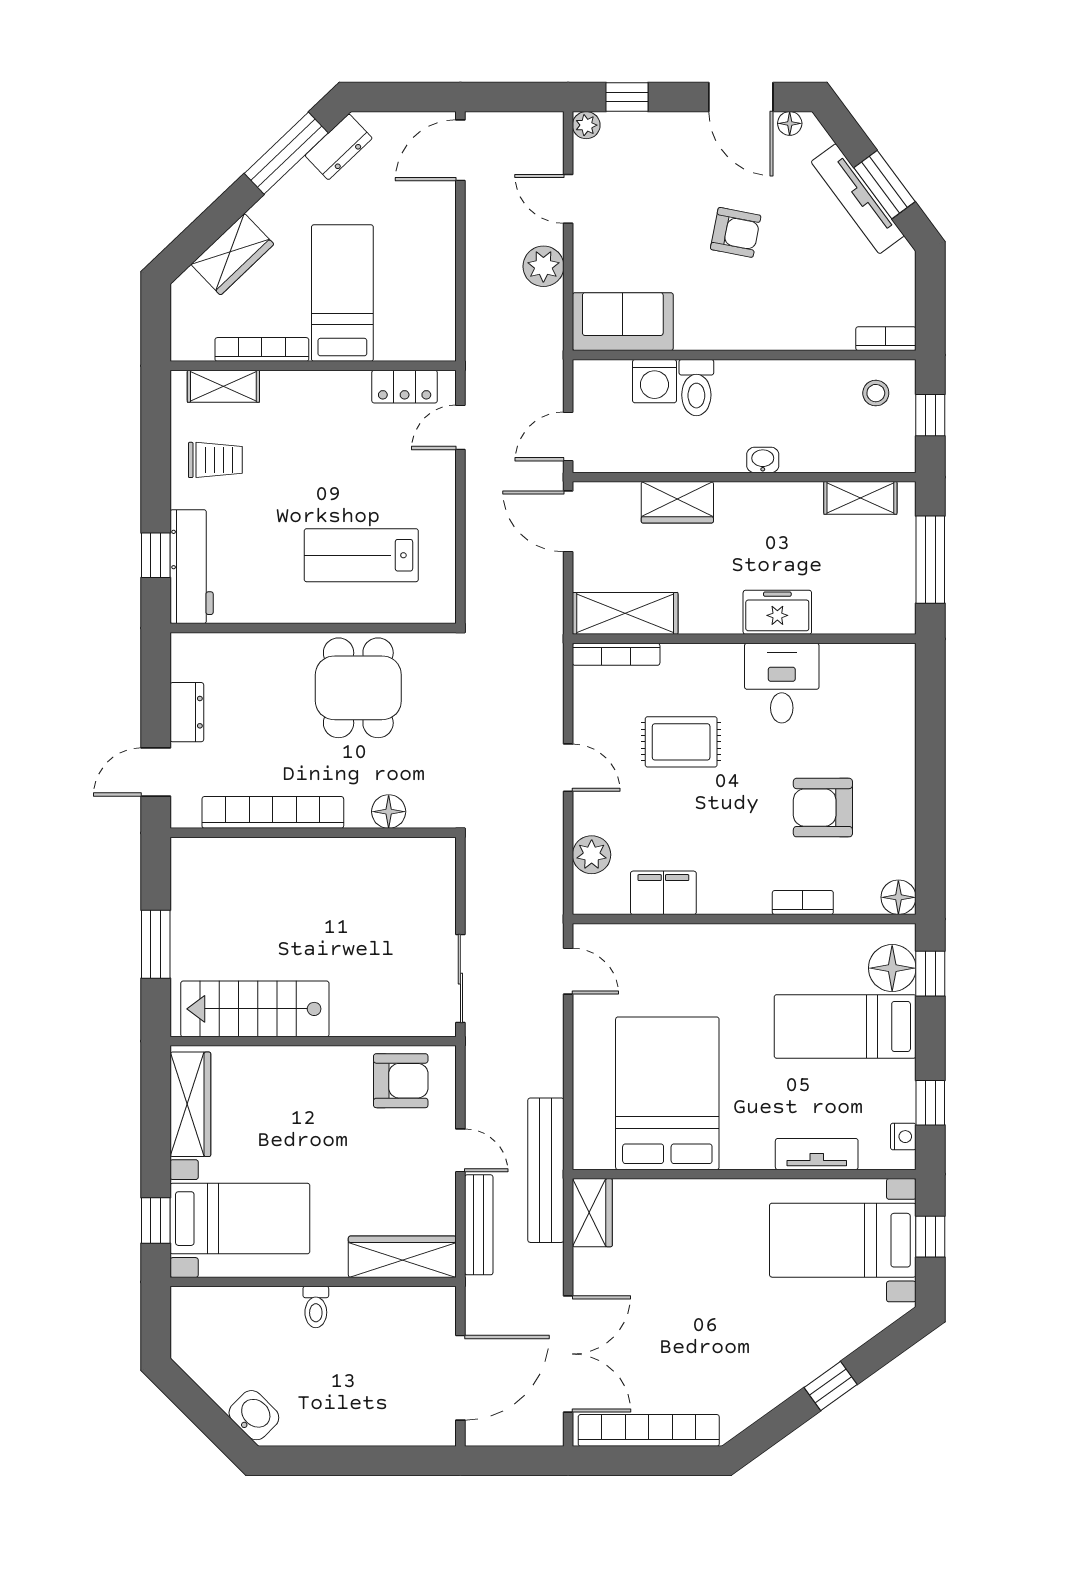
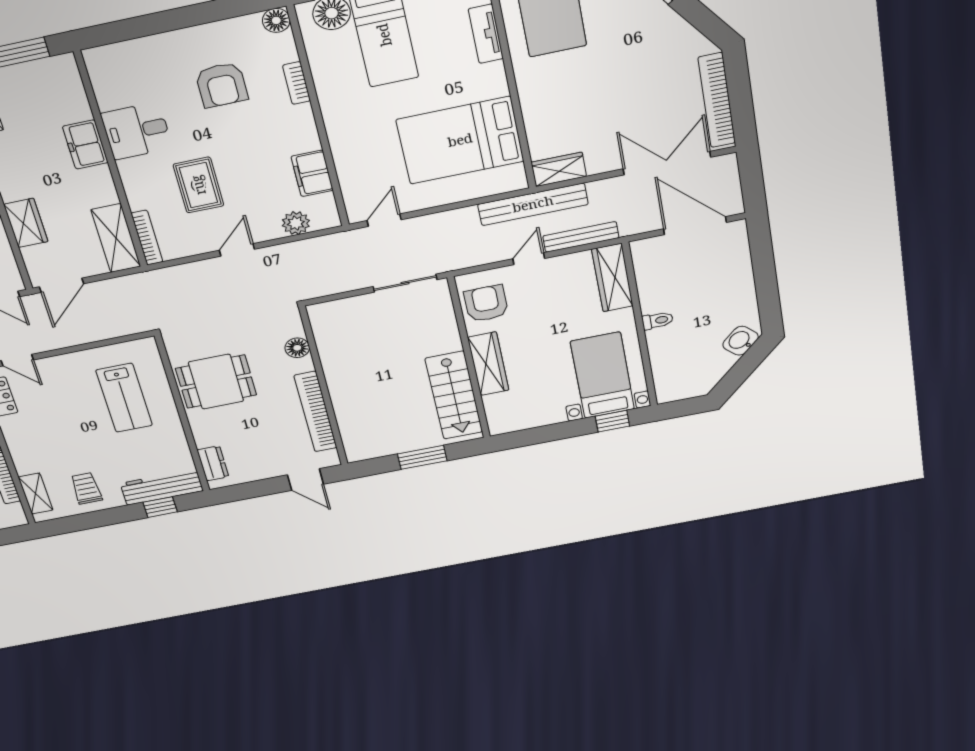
dresser: (187, 712) -> (213, 463), moved, turned 90
wardrobe: (190, 1104) -> (488, 364), moved, turned 90

